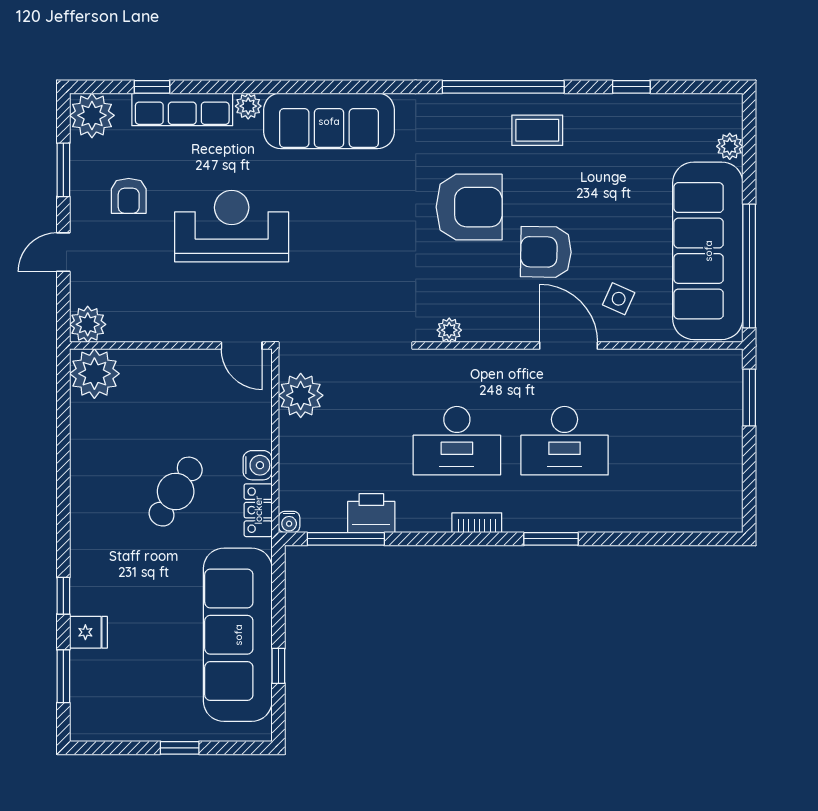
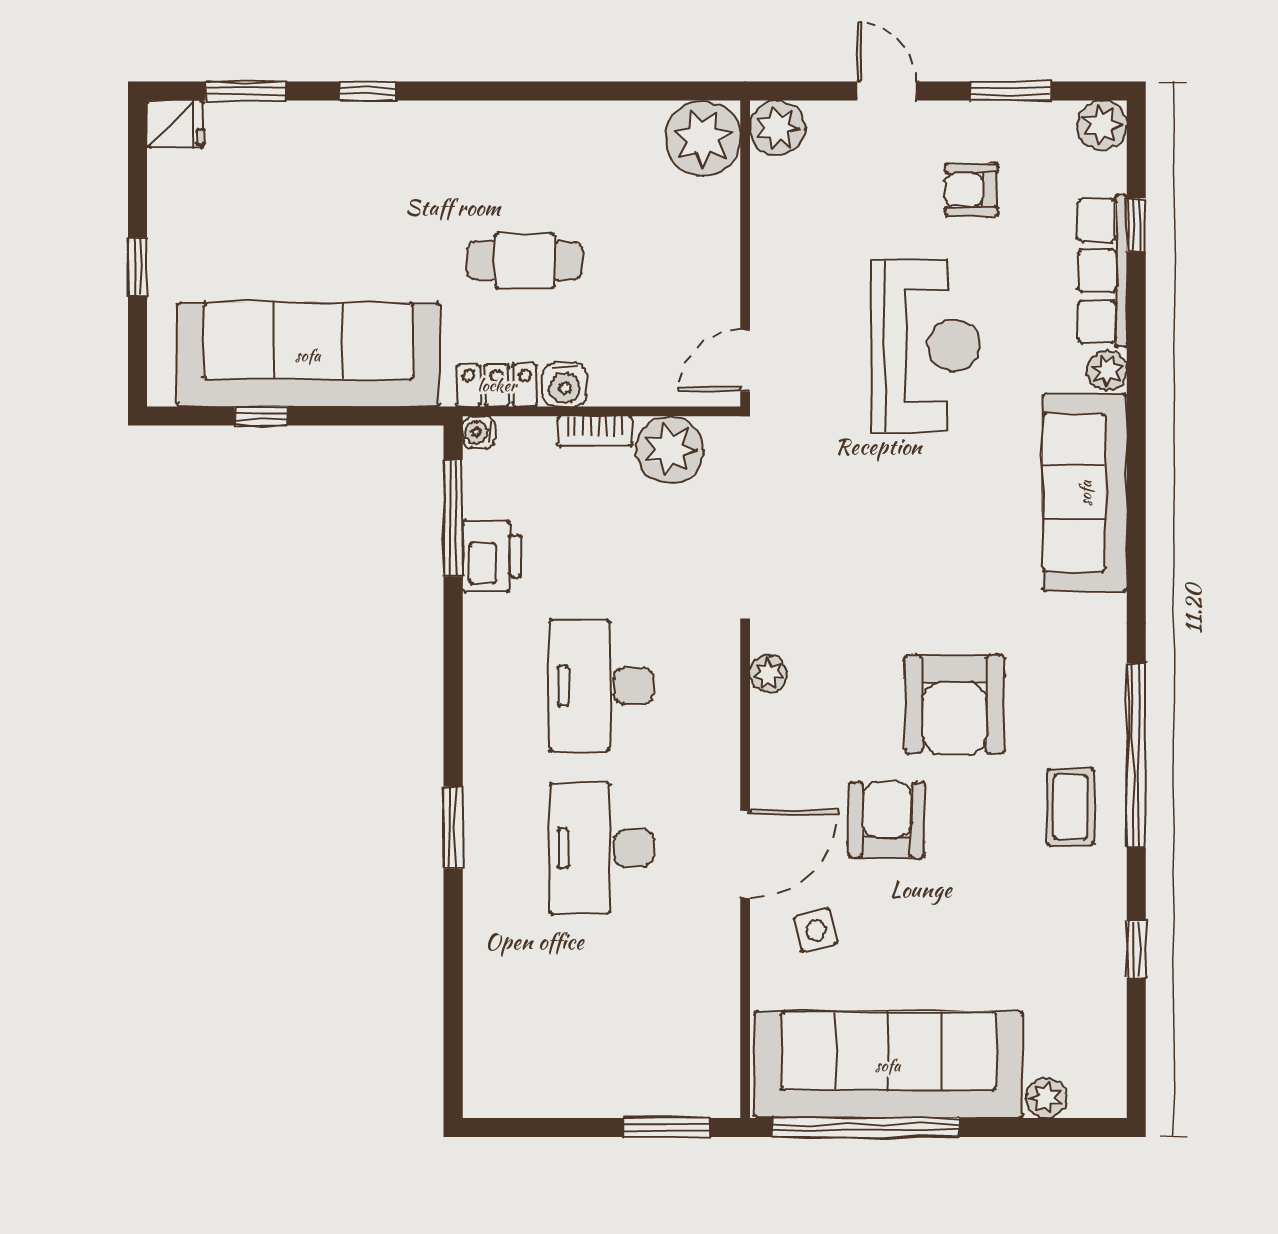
plant: (92, 115) -> (1102, 125), width x0.73, depth x0.73
side table: (619, 299) -> (816, 930), turned -38
cafe table: (176, 492) -> (525, 261), turned -32
bookcase: (477, 523) -> (595, 431), moved, turned 90
fridge: (88, 632) -> (175, 124), moved, turned -90

